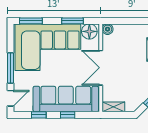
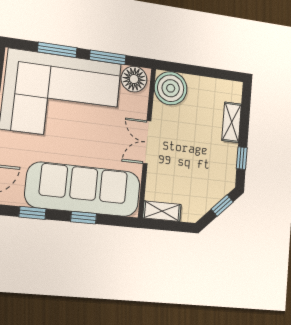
window: (31, 21) -> (57, 50), moved
boiler: (108, 29) -> (171, 88), width x1.86, depth x1.86
double door: (101, 68) -> (147, 142), width x0.73

